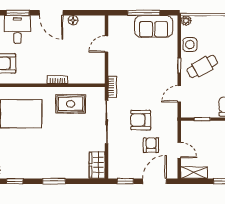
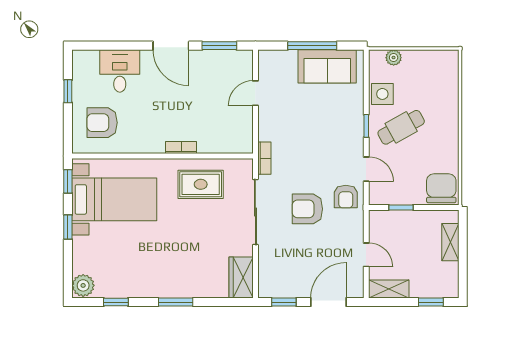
window: (18, 13) -> (219, 46), moved
floor lamp: (73, 20) -> (204, 57), removed
plant: (186, 21) -> (394, 58), moved
door: (179, 94) -> (366, 169), swing flipped
armchair: (151, 145) -> (346, 197), moved, turned 180

